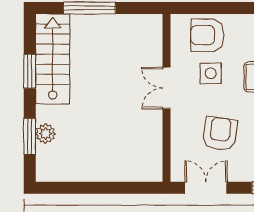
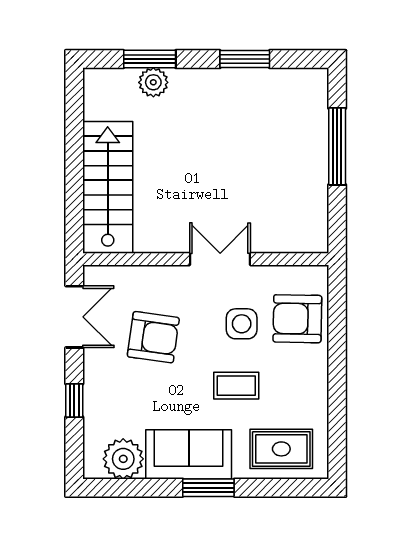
armchair: (207, 35) -> (297, 319), turned -89
stairs: (53, 59) -> (108, 187), moved, turned -90

